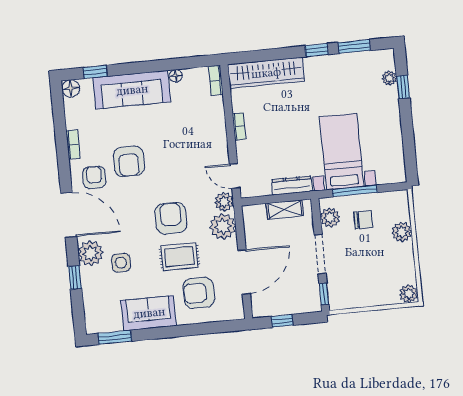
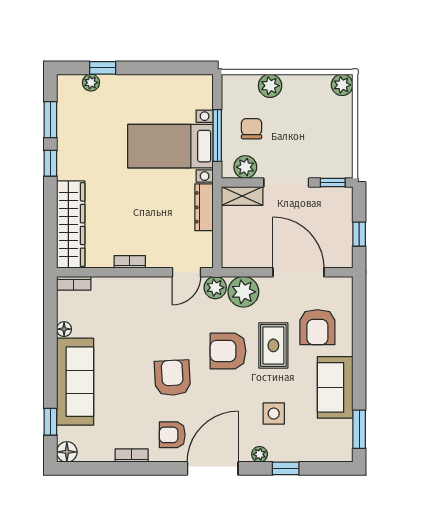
armchair: (129, 161) -> (172, 378), moved, turned -93
shelving: (285, 209) -> (242, 196), moved, turned 90
plant: (91, 253) -> (260, 454), width x0.53, depth x0.53

